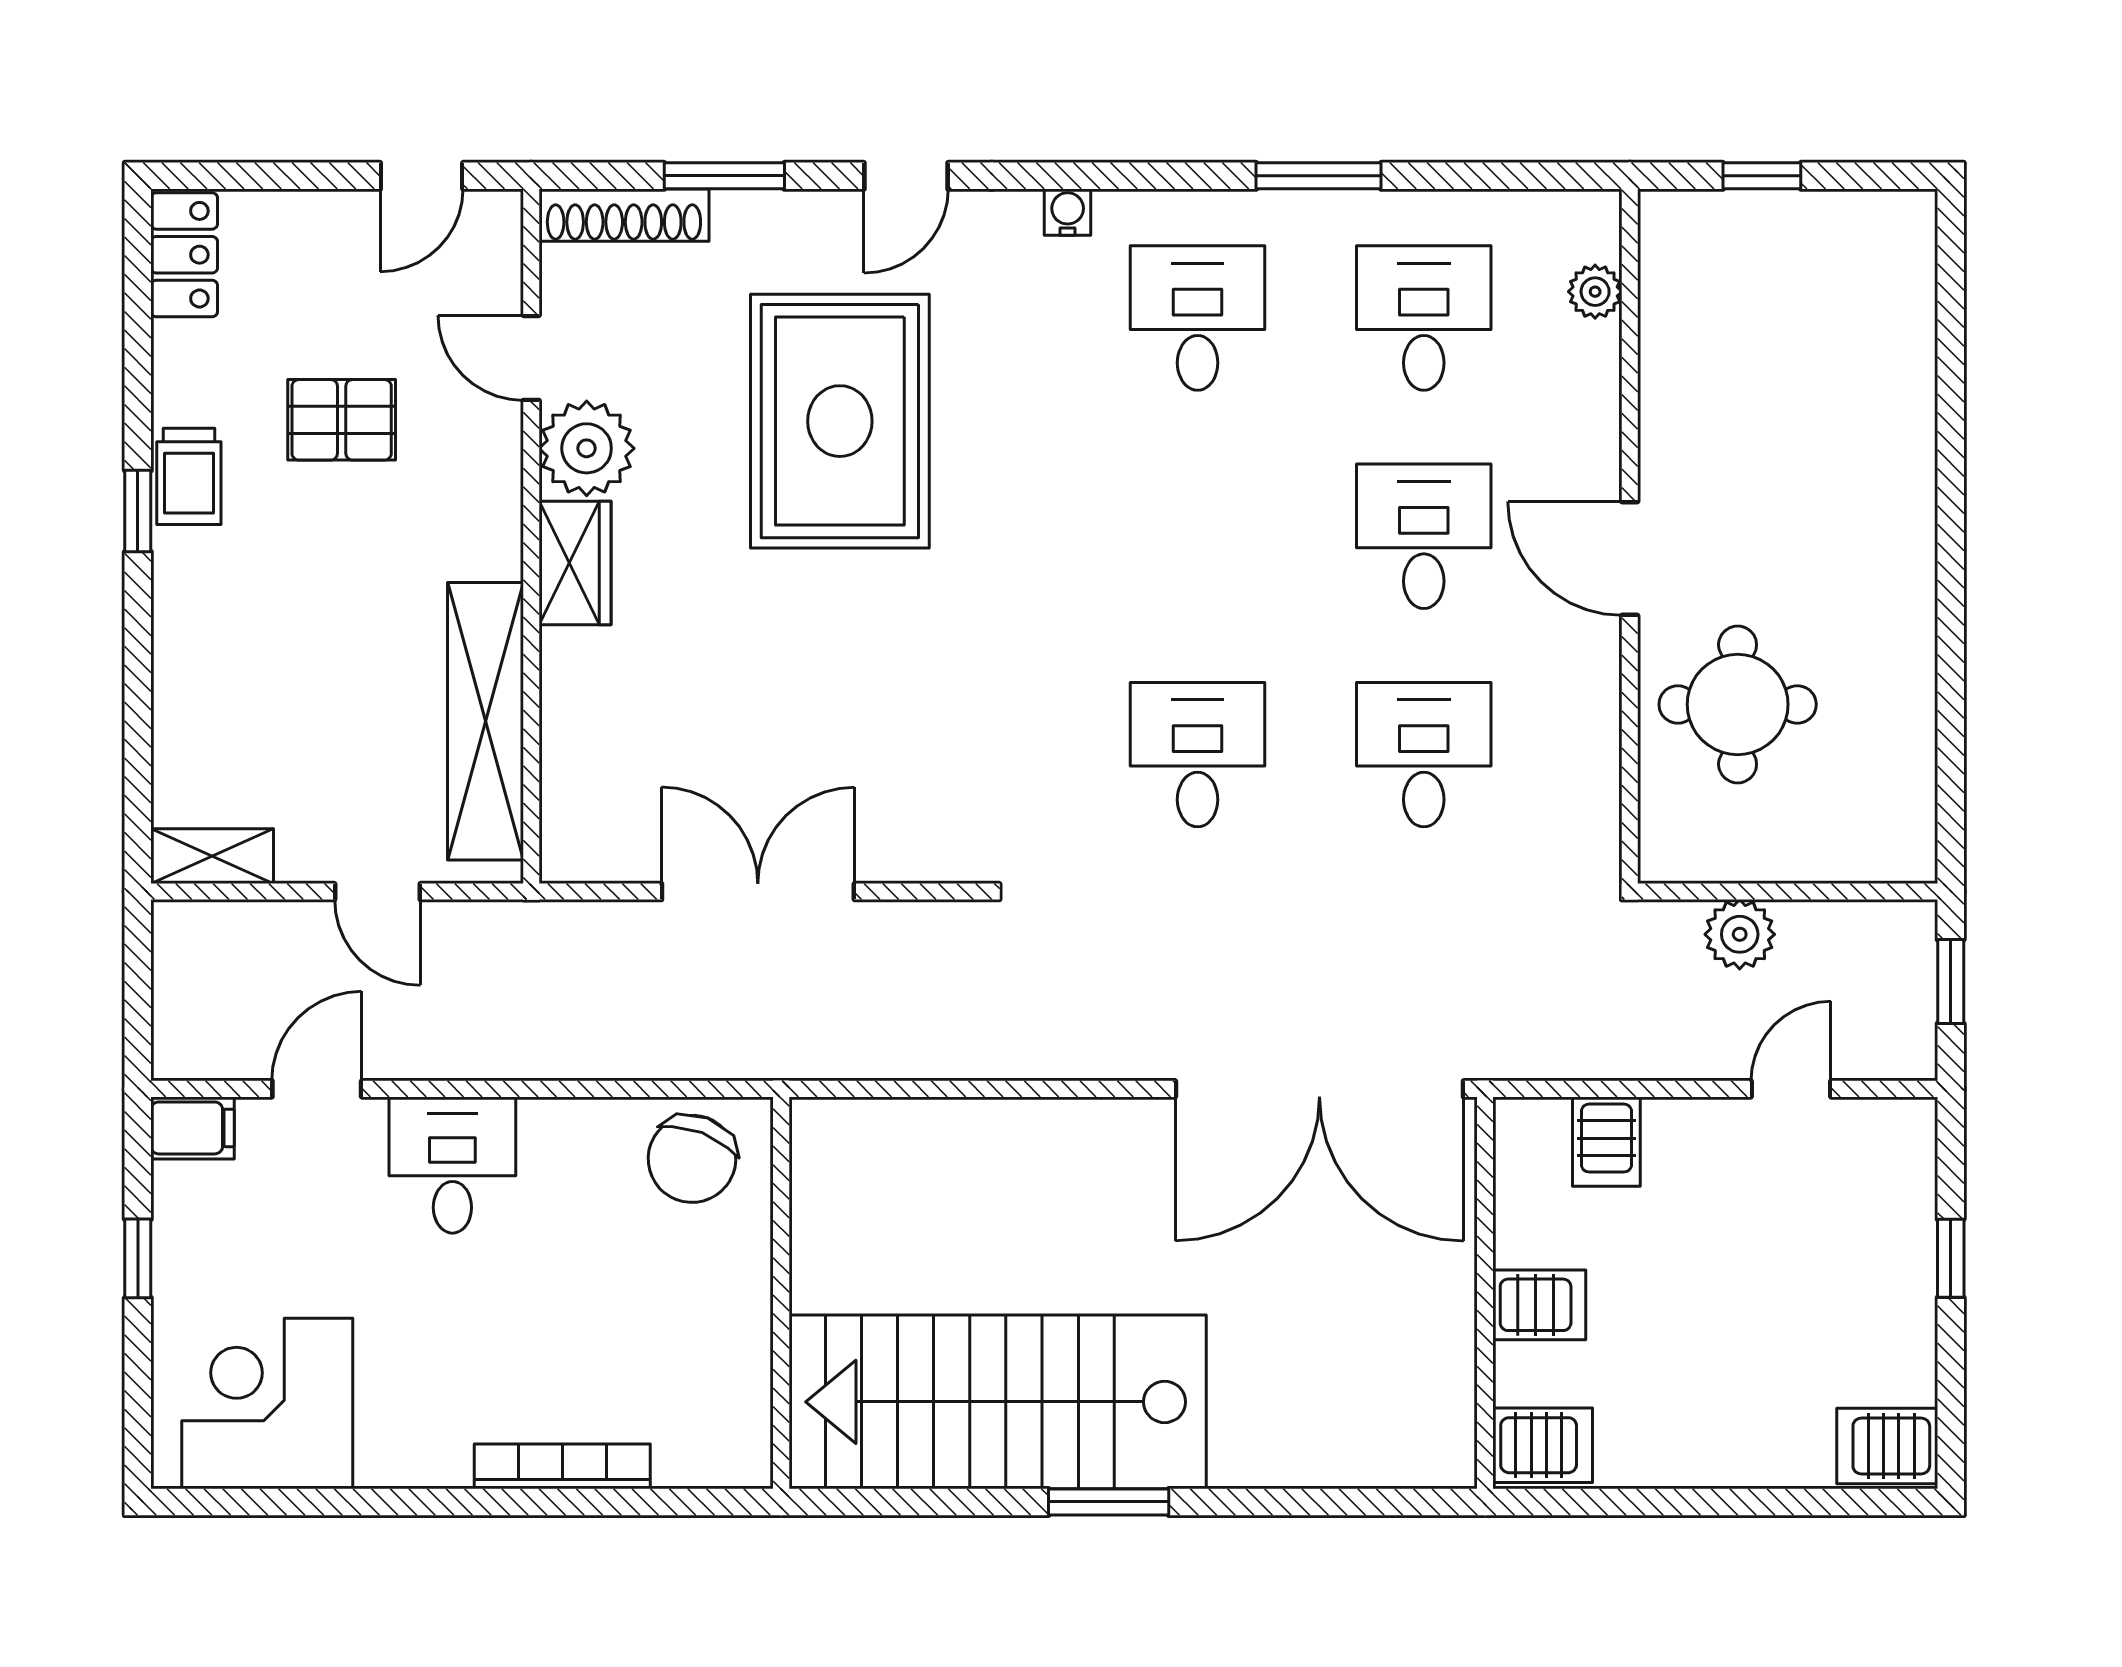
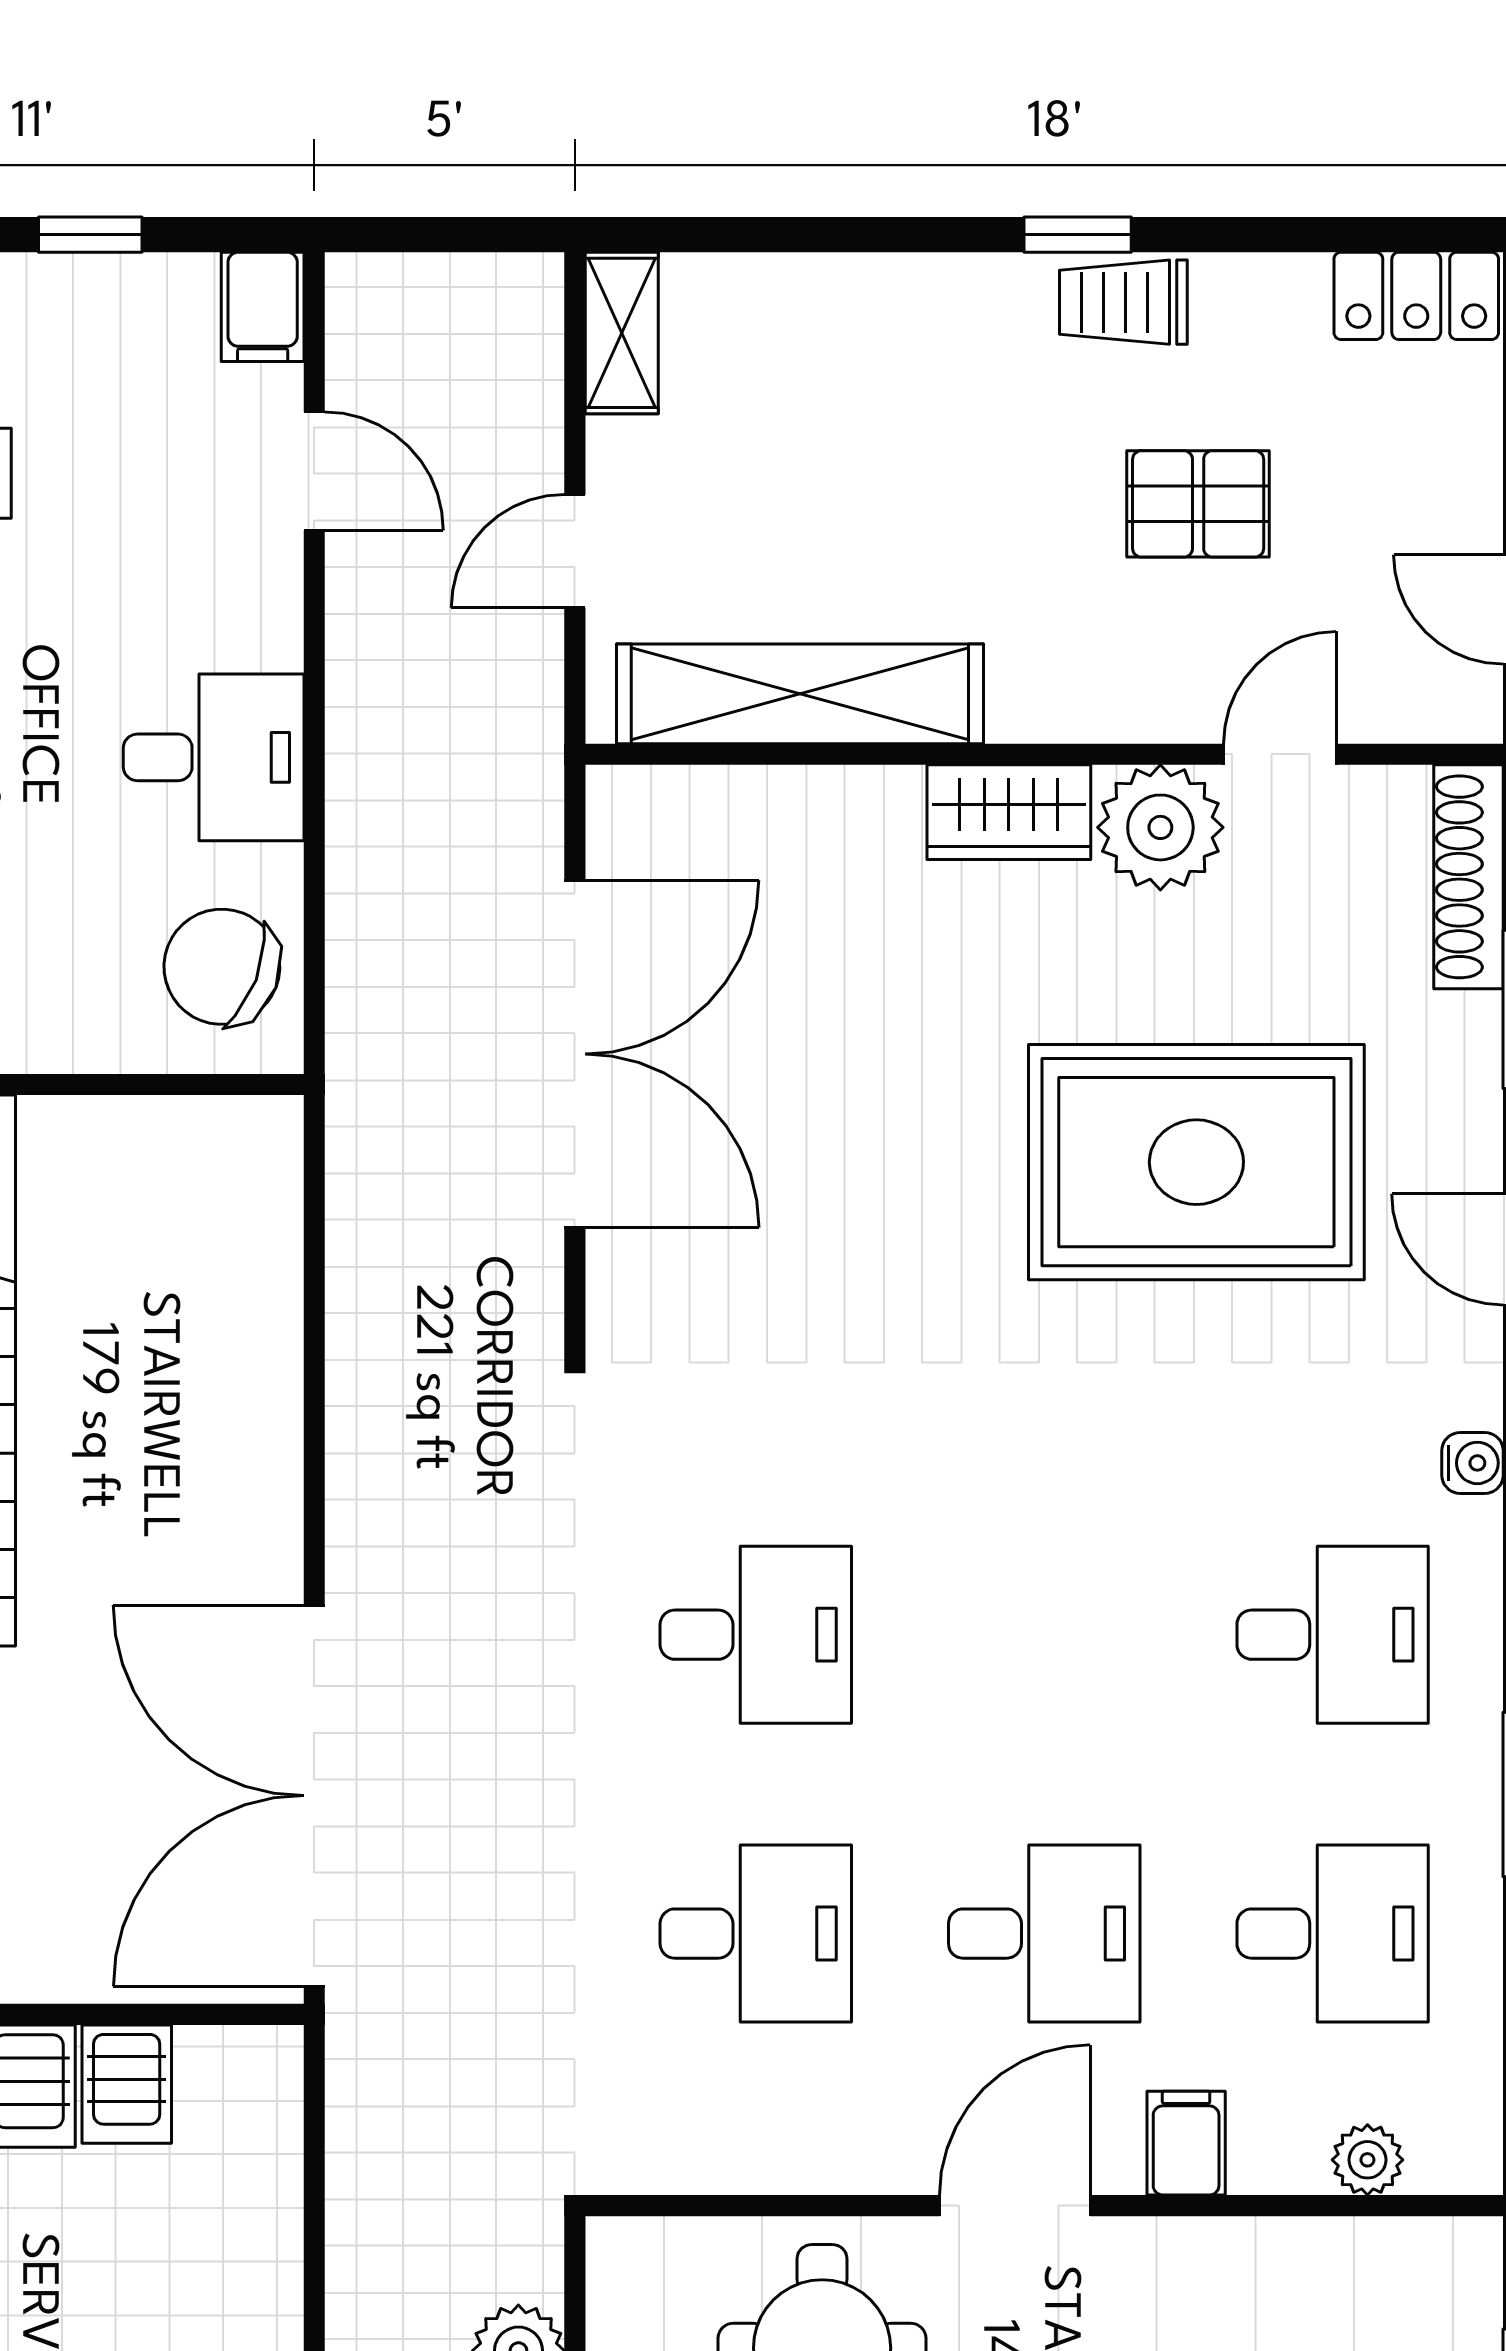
pallet: (342, 420) -> (1198, 504), turned 90
filing cabinet: (1582, 429) -> (1186, 2143), added
double door: (758, 892) -> (575, 1054), width x1.36
server rack: (1606, 1142) -> (127, 2084), moved, turned -90
desk: (452, 1165) -> (214, 757), moved

